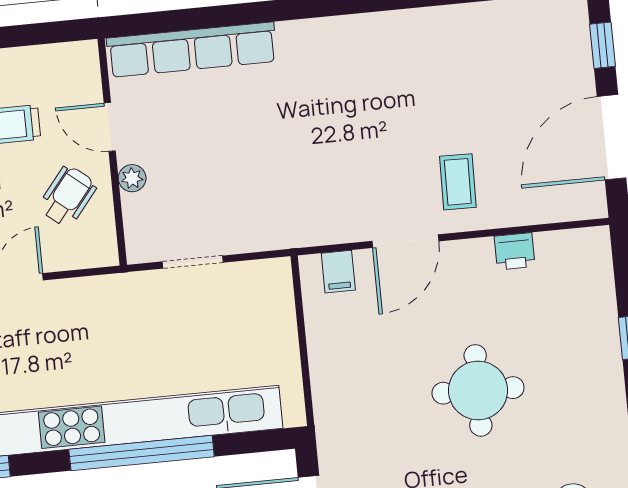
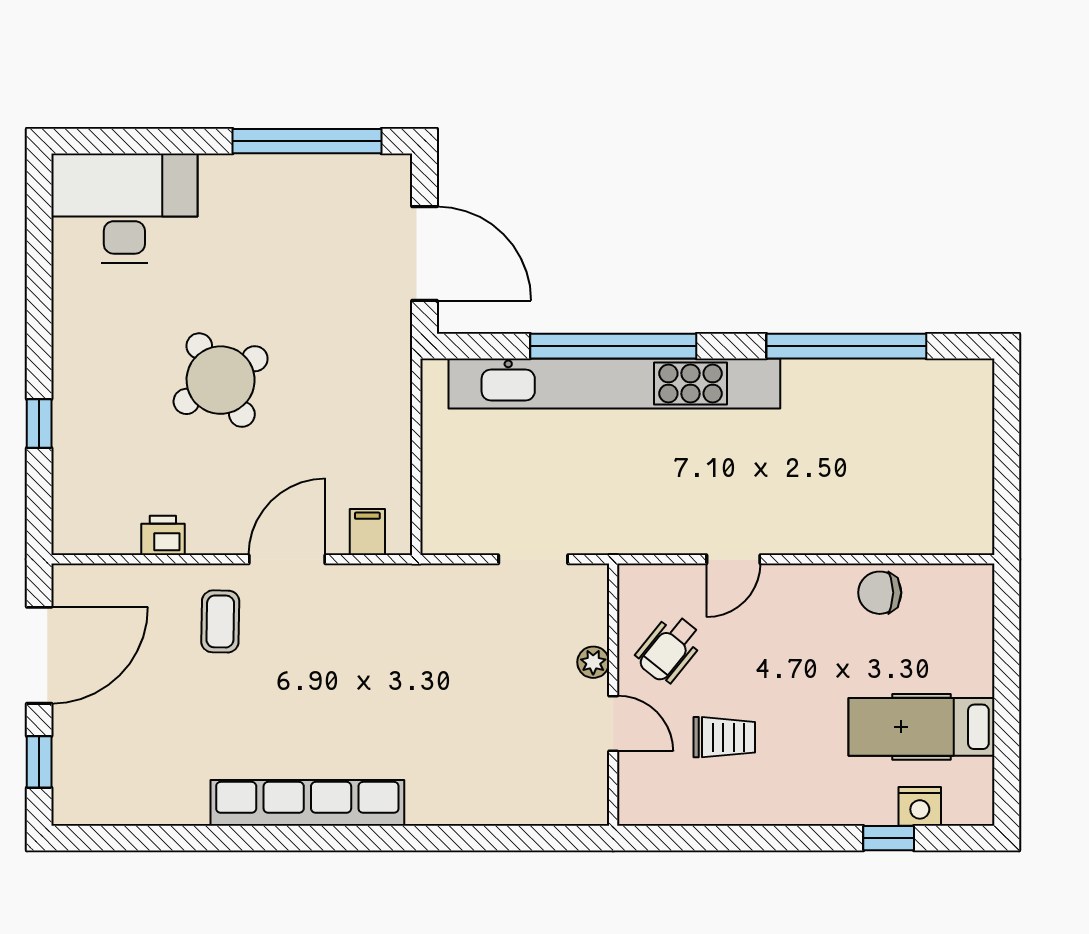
row of seats: (192, 50) -> (307, 803), moved
round table: (478, 390) -> (221, 380), turned -33

